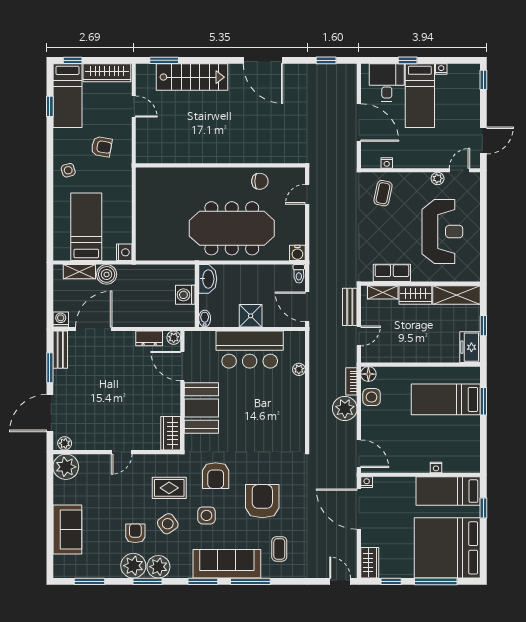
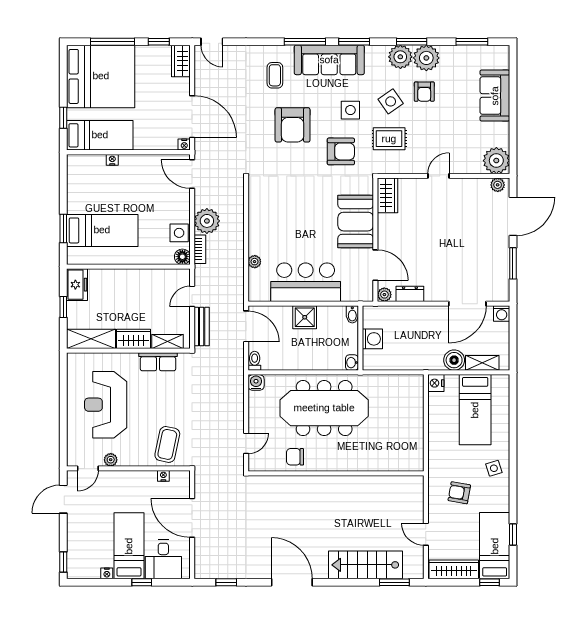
coffee table: (383, 193) -> (167, 444), width x1.36, depth x1.30
washbasin: (208, 279) -> (352, 363), width x0.52, depth x0.69
bench: (60, 350) -> (502, 282), removed
armchair: (216, 476) -> (341, 151), turned 90

